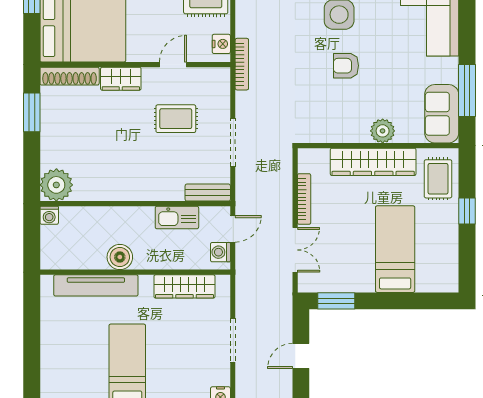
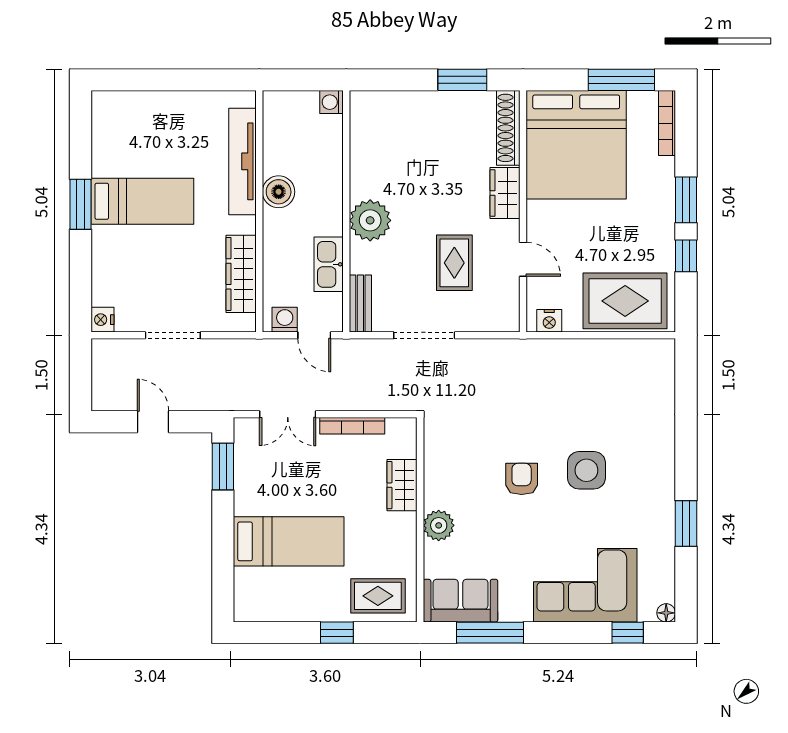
bookcase: (242, 64) -> (524, 347), removed
wardrobe: (373, 162) -> (402, 485), width x0.48, depth x0.85
plant: (56, 185) -> (370, 220), moved

